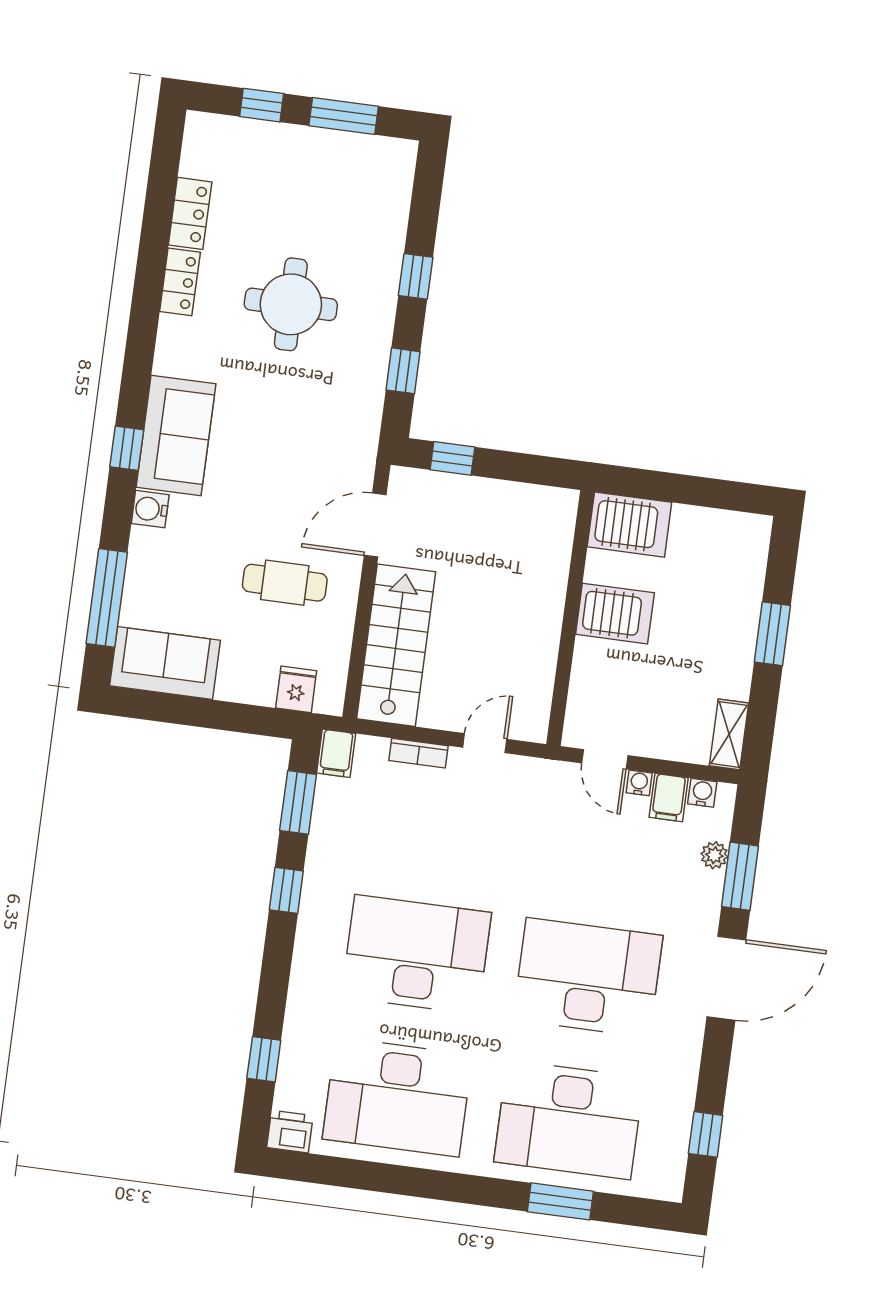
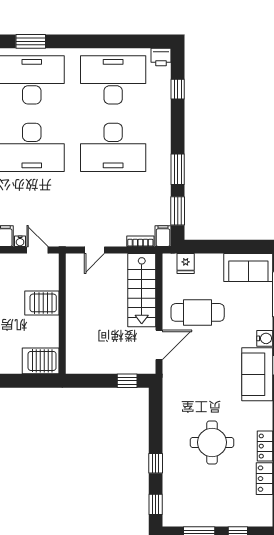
window: (403, 371) -> (156, 504), moved
cafe table: (285, 583) -> (198, 312), width x1.37, depth x1.35
server rack: (615, 614) -> (42, 303), moved
bookcase: (419, 753) -> (140, 241), moved
window: (286, 890) -> (178, 169), width x1.50

